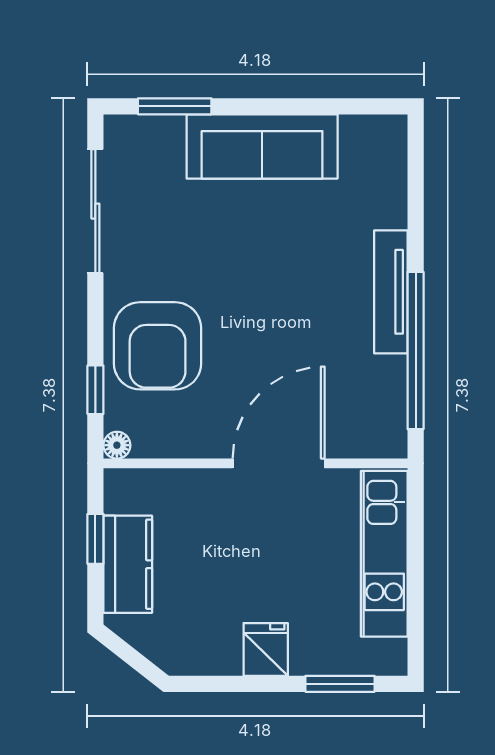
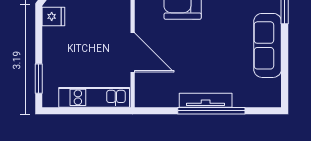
window: (416, 350) -> (211, 111), moved
fridge: (266, 649) -> (53, 16), moved

